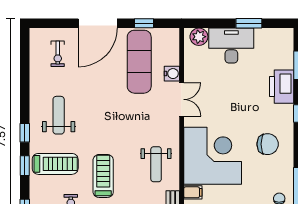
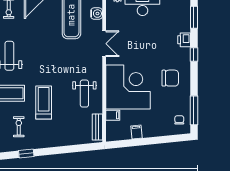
water cooler: (172, 74) -> (97, 14), moved
printer: (282, 87) -> (184, 40), width x0.53, depth x0.68

